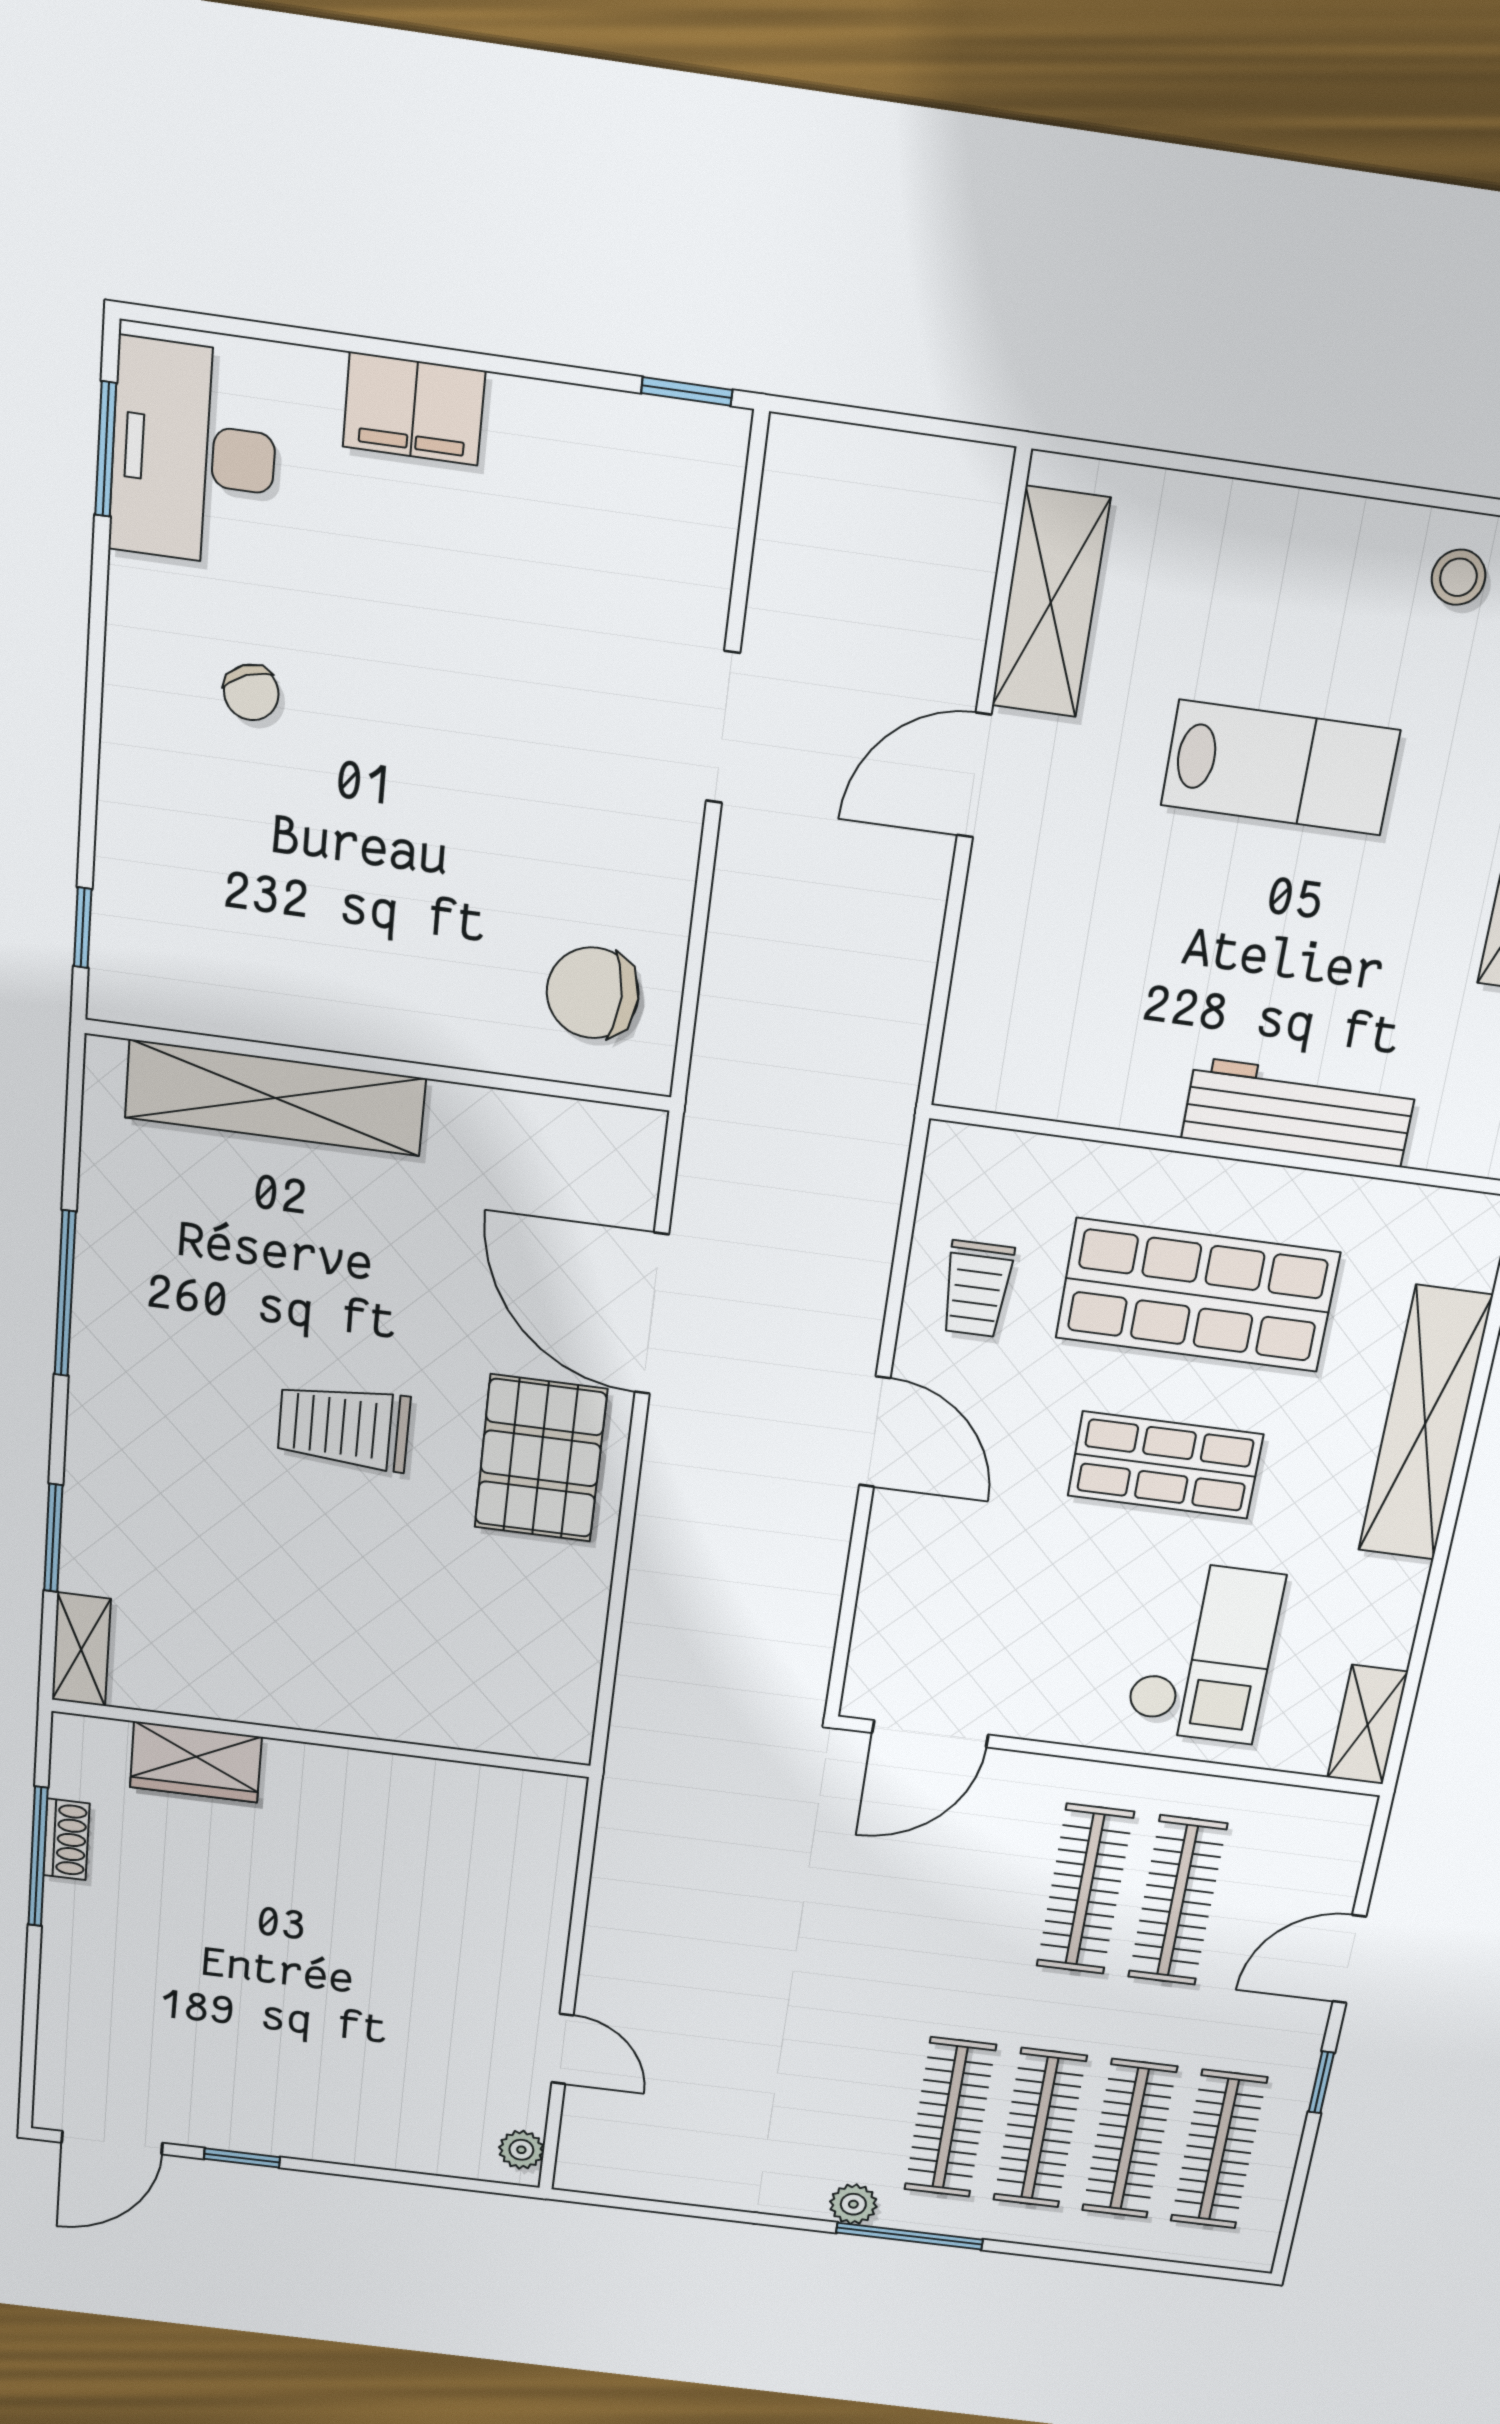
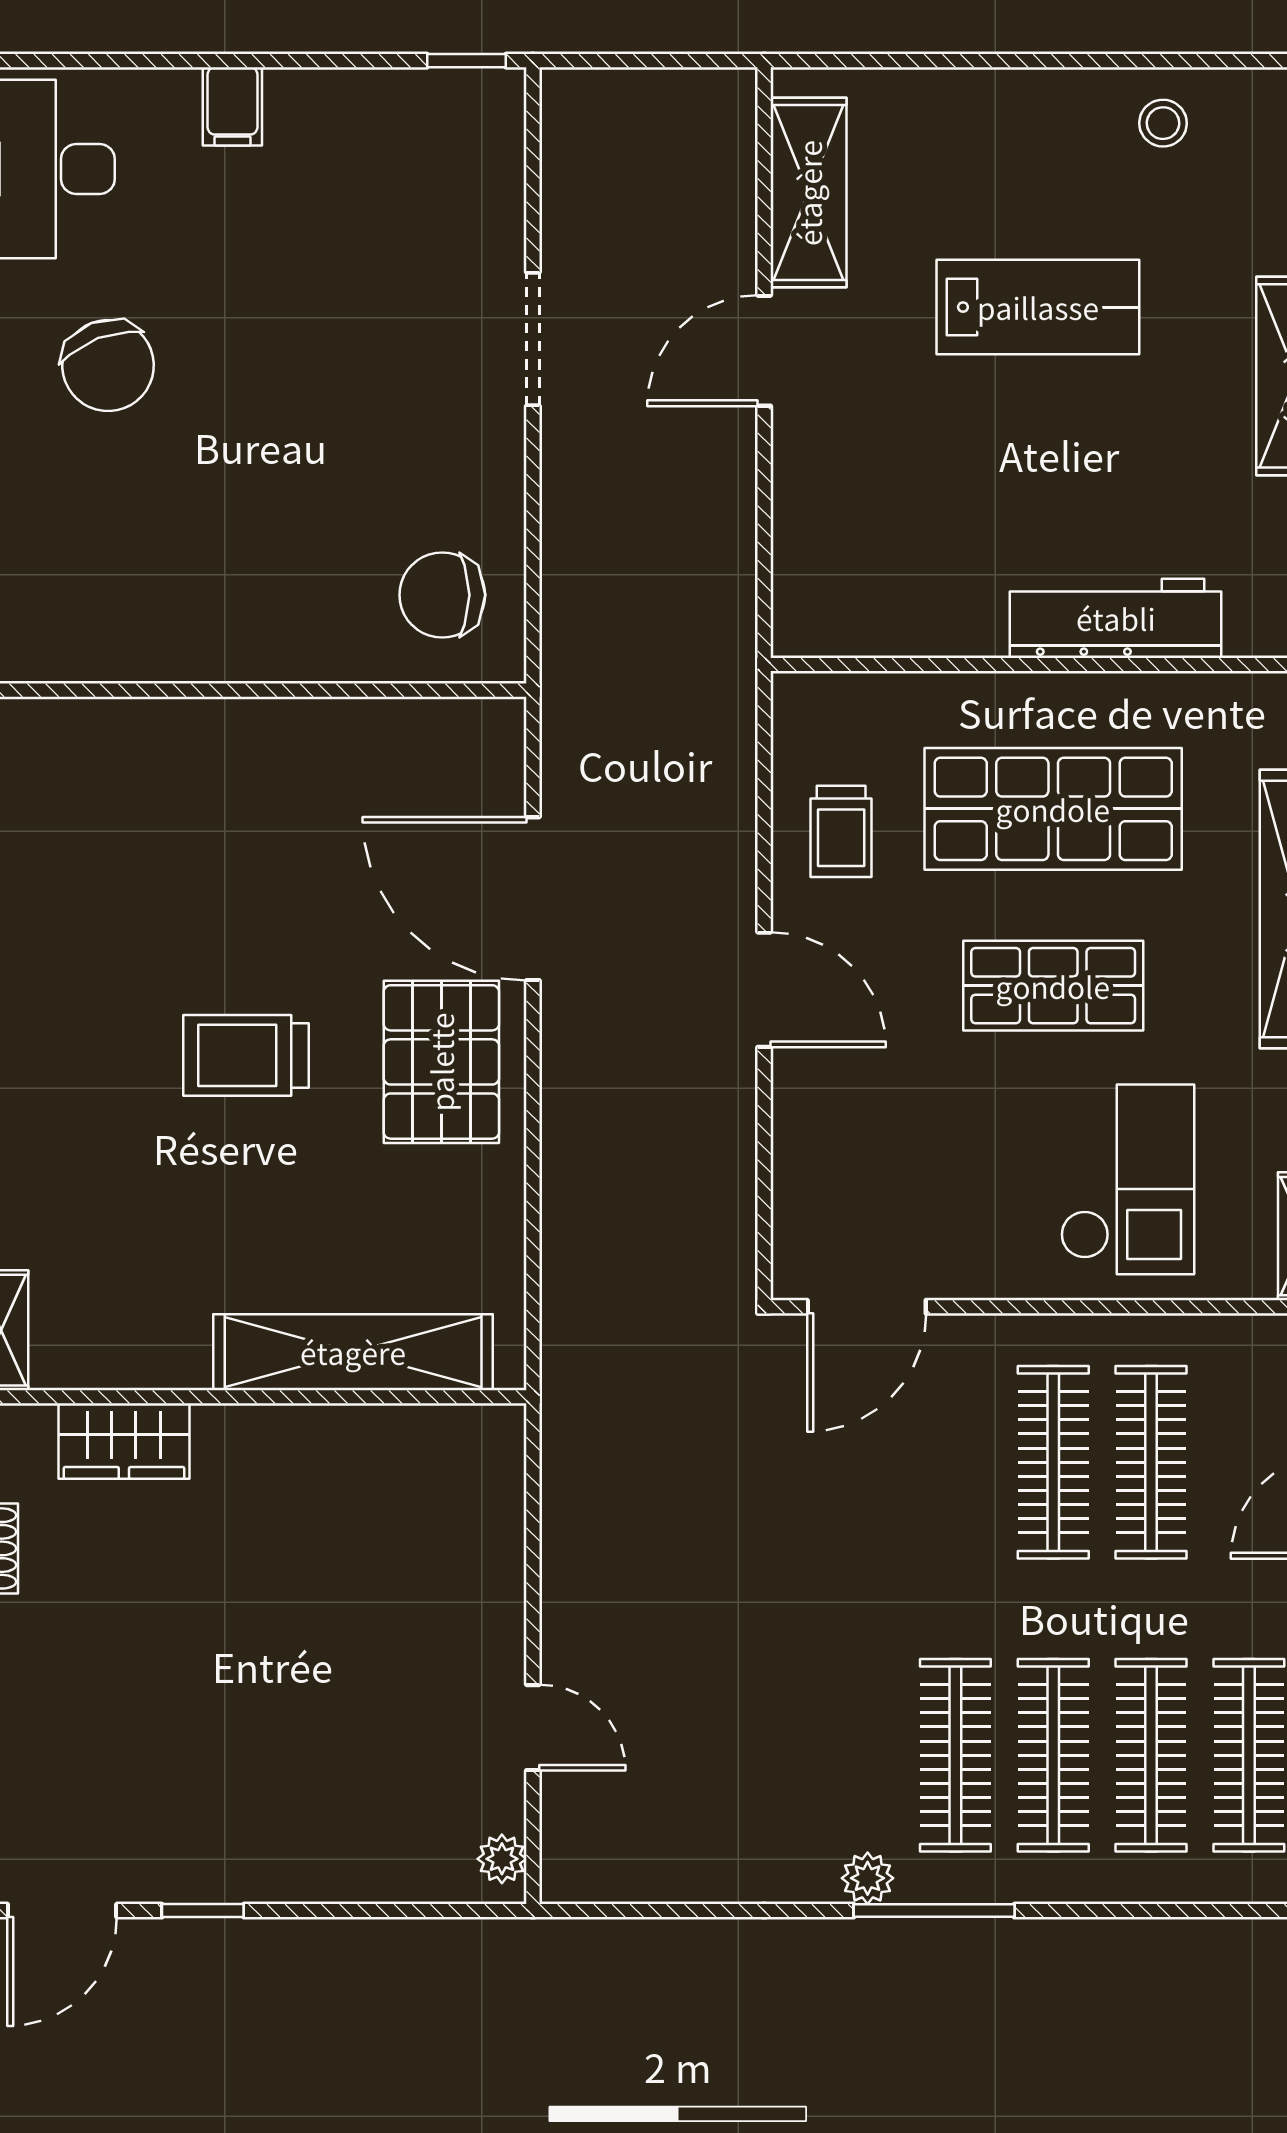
filing cabinet: (414, 409) -> (232, 106), width x0.50
chair: (251, 692) -> (108, 366), width x1.87, depth x1.87
shelving: (275, 1098) -> (353, 1352), moved

